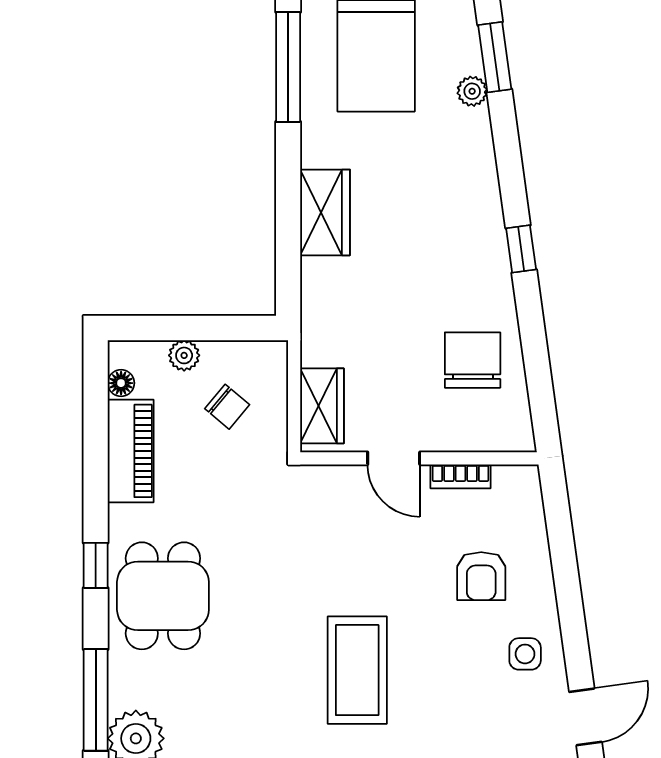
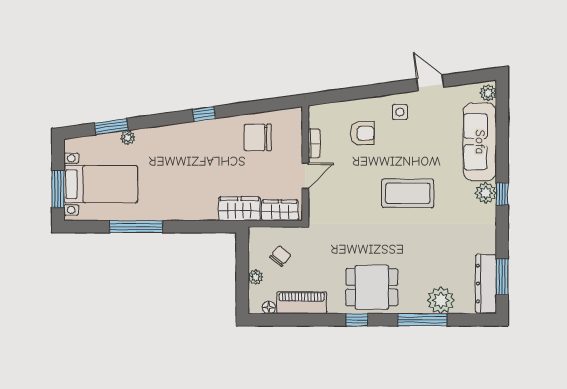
window: (288, 67) -> (136, 227), moved
wardrobe: (325, 212) -> (239, 209), moved

